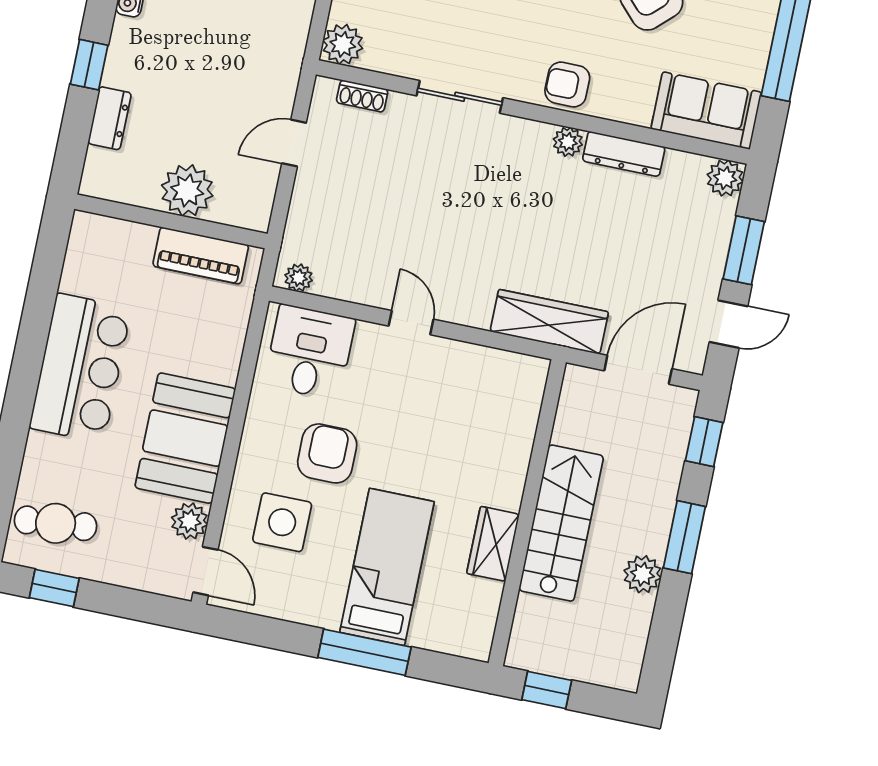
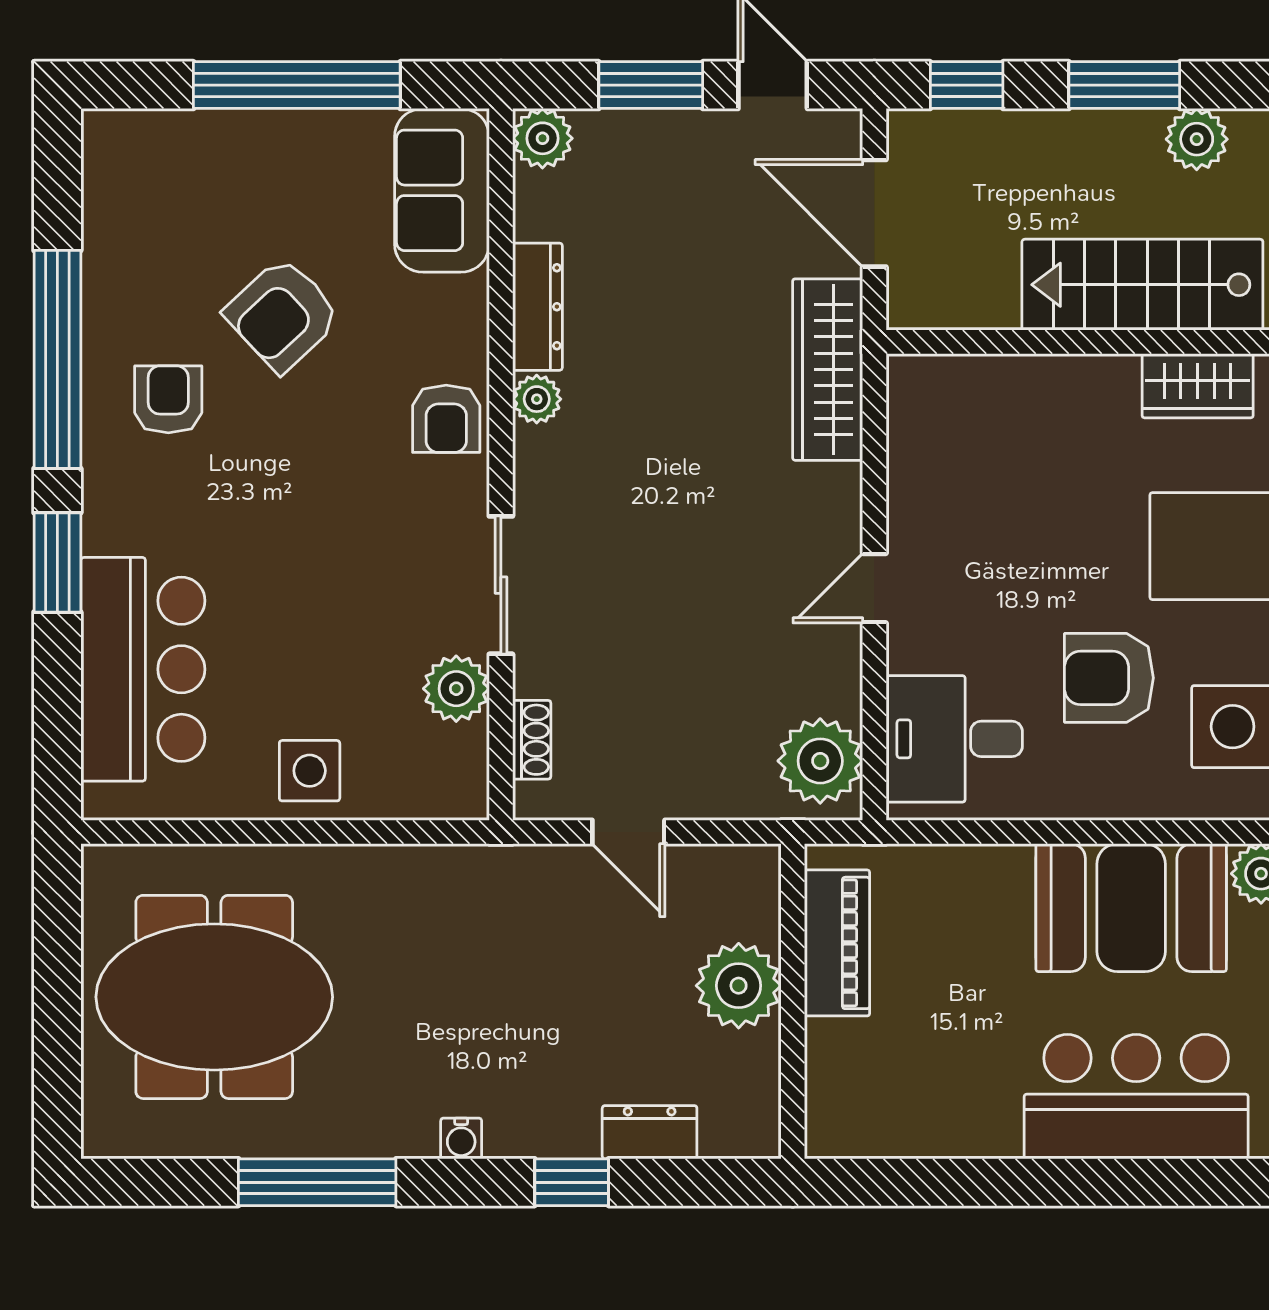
plant: (343, 44) -> (456, 689), moved
plant: (299, 278) -> (820, 761), width x1.87, depth x1.87
bar counter: (80, 368) -> (1136, 1097), moved

